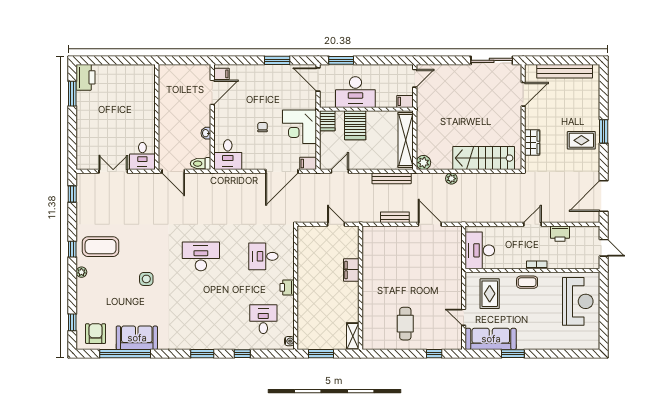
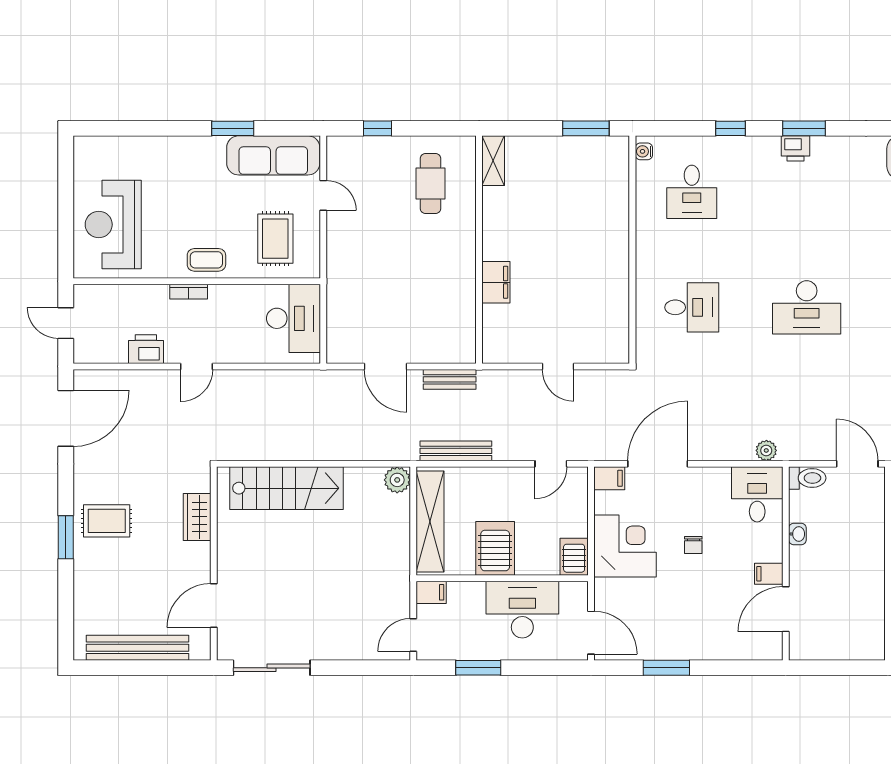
window: (341, 60) -> (478, 668), moved
filing cabinet: (221, 74) -> (769, 574), moved
server rack: (355, 125) -> (495, 548), moved
plant: (451, 179) -> (766, 450), moved
filing cabinet: (351, 270) -> (496, 282), moved
printer: (287, 287) -> (796, 148), moved, turned 90
wall: (360, 288) -> (479, 250), moved
shelving: (353, 336) -> (493, 161), moved

